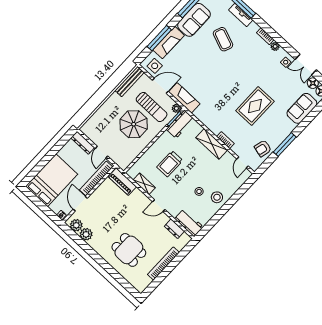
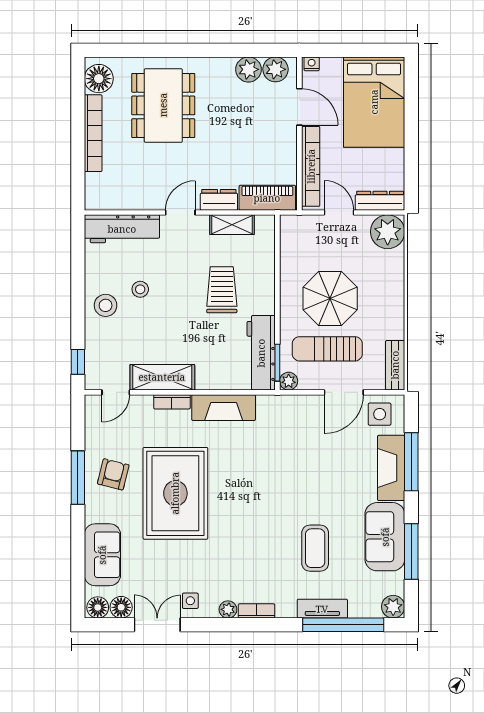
coffee table: (223, 39) -> (315, 548), turned 69
bench: (130, 82) -> (395, 365), width x0.73
fireplace: (184, 98) -> (224, 408), moved
rug: (255, 106) -> (175, 493), width x1.37, depth x1.44
workbench: (180, 124) -> (261, 353), width x1.37
plant: (90, 129) -> (388, 232), added
shelving: (212, 144) -> (162, 377), moved
armchair: (263, 148) -> (113, 474), moved
door: (243, 162) -> (116, 392), swing flipped
window: (246, 186) -> (78, 362), added
workbench: (189, 223) -> (122, 229), width x1.38
dresser: (174, 229) -> (219, 200), moved
dining table: (129, 250) -> (163, 105), width x1.37
floor lamp: (143, 281) -> (99, 79), added

